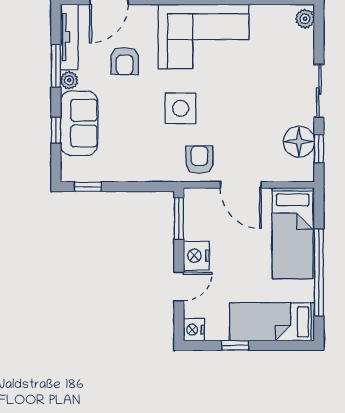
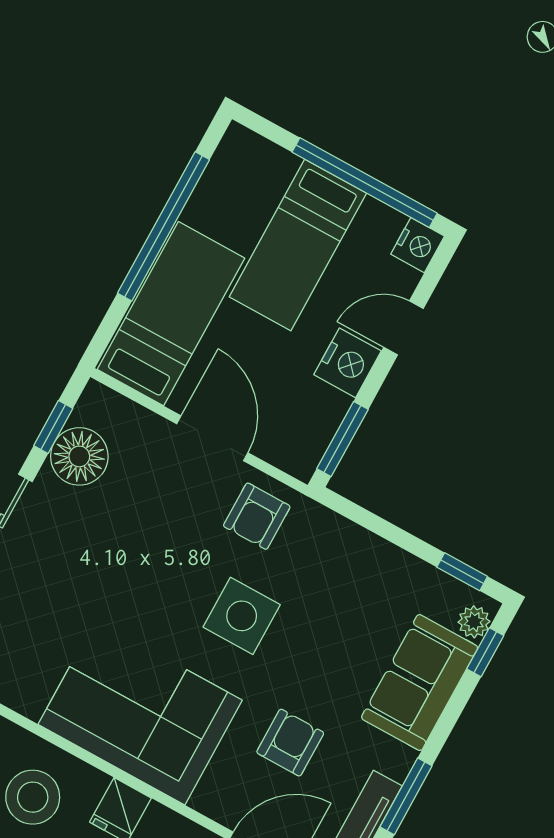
plant: (69, 80) -> (474, 622), moved
window: (56, 130) -> (485, 652), moved
bed: (272, 322) -> (298, 245), moved, turned 90
window: (235, 345) -> (365, 183), width x3.17

